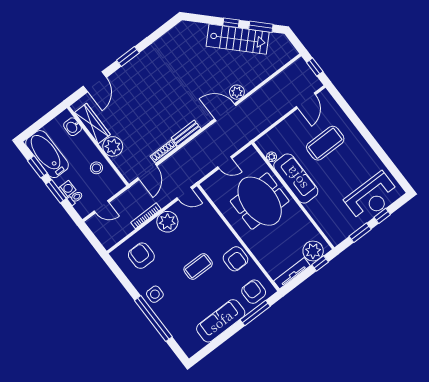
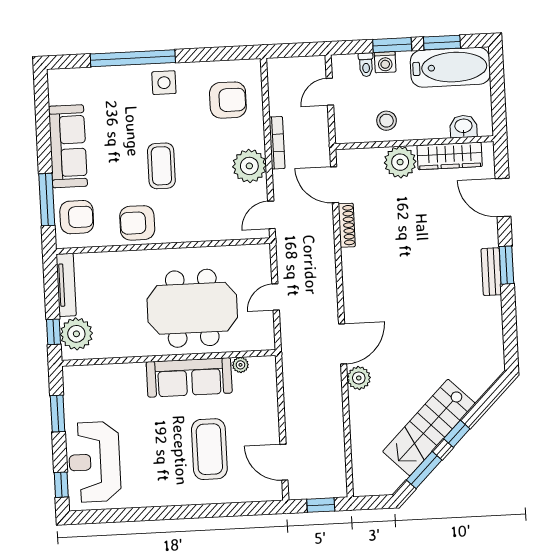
bench: (186, 133) -> (491, 272), moved
window: (382, 216) -> (61, 485), moved

